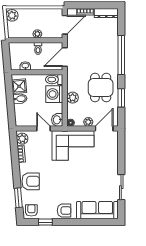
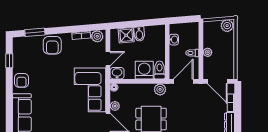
door: (65, 57) -> (183, 81), hinge flipped
shower: (19, 86) -> (126, 35), moved
plant: (73, 98) -> (160, 89), moved
armchair: (31, 210) -> (22, 46), removed

